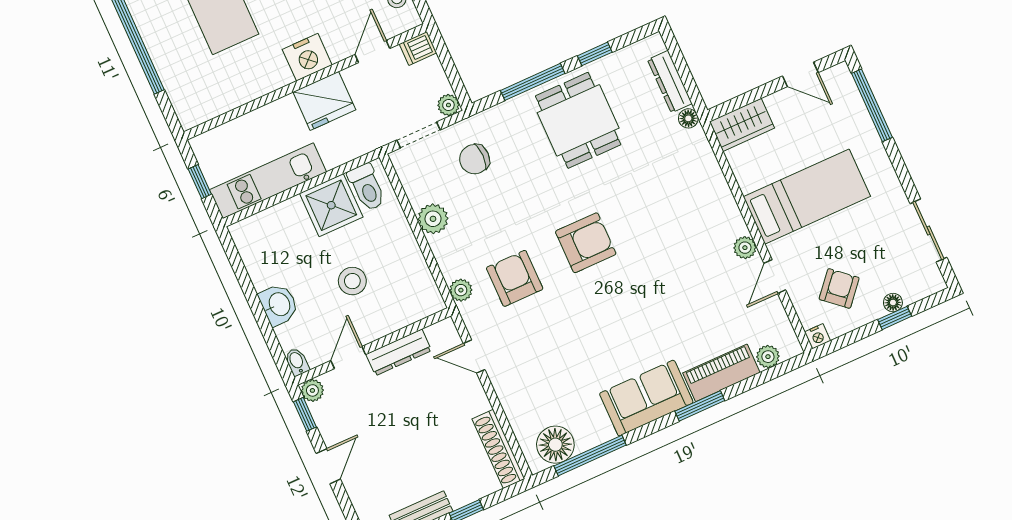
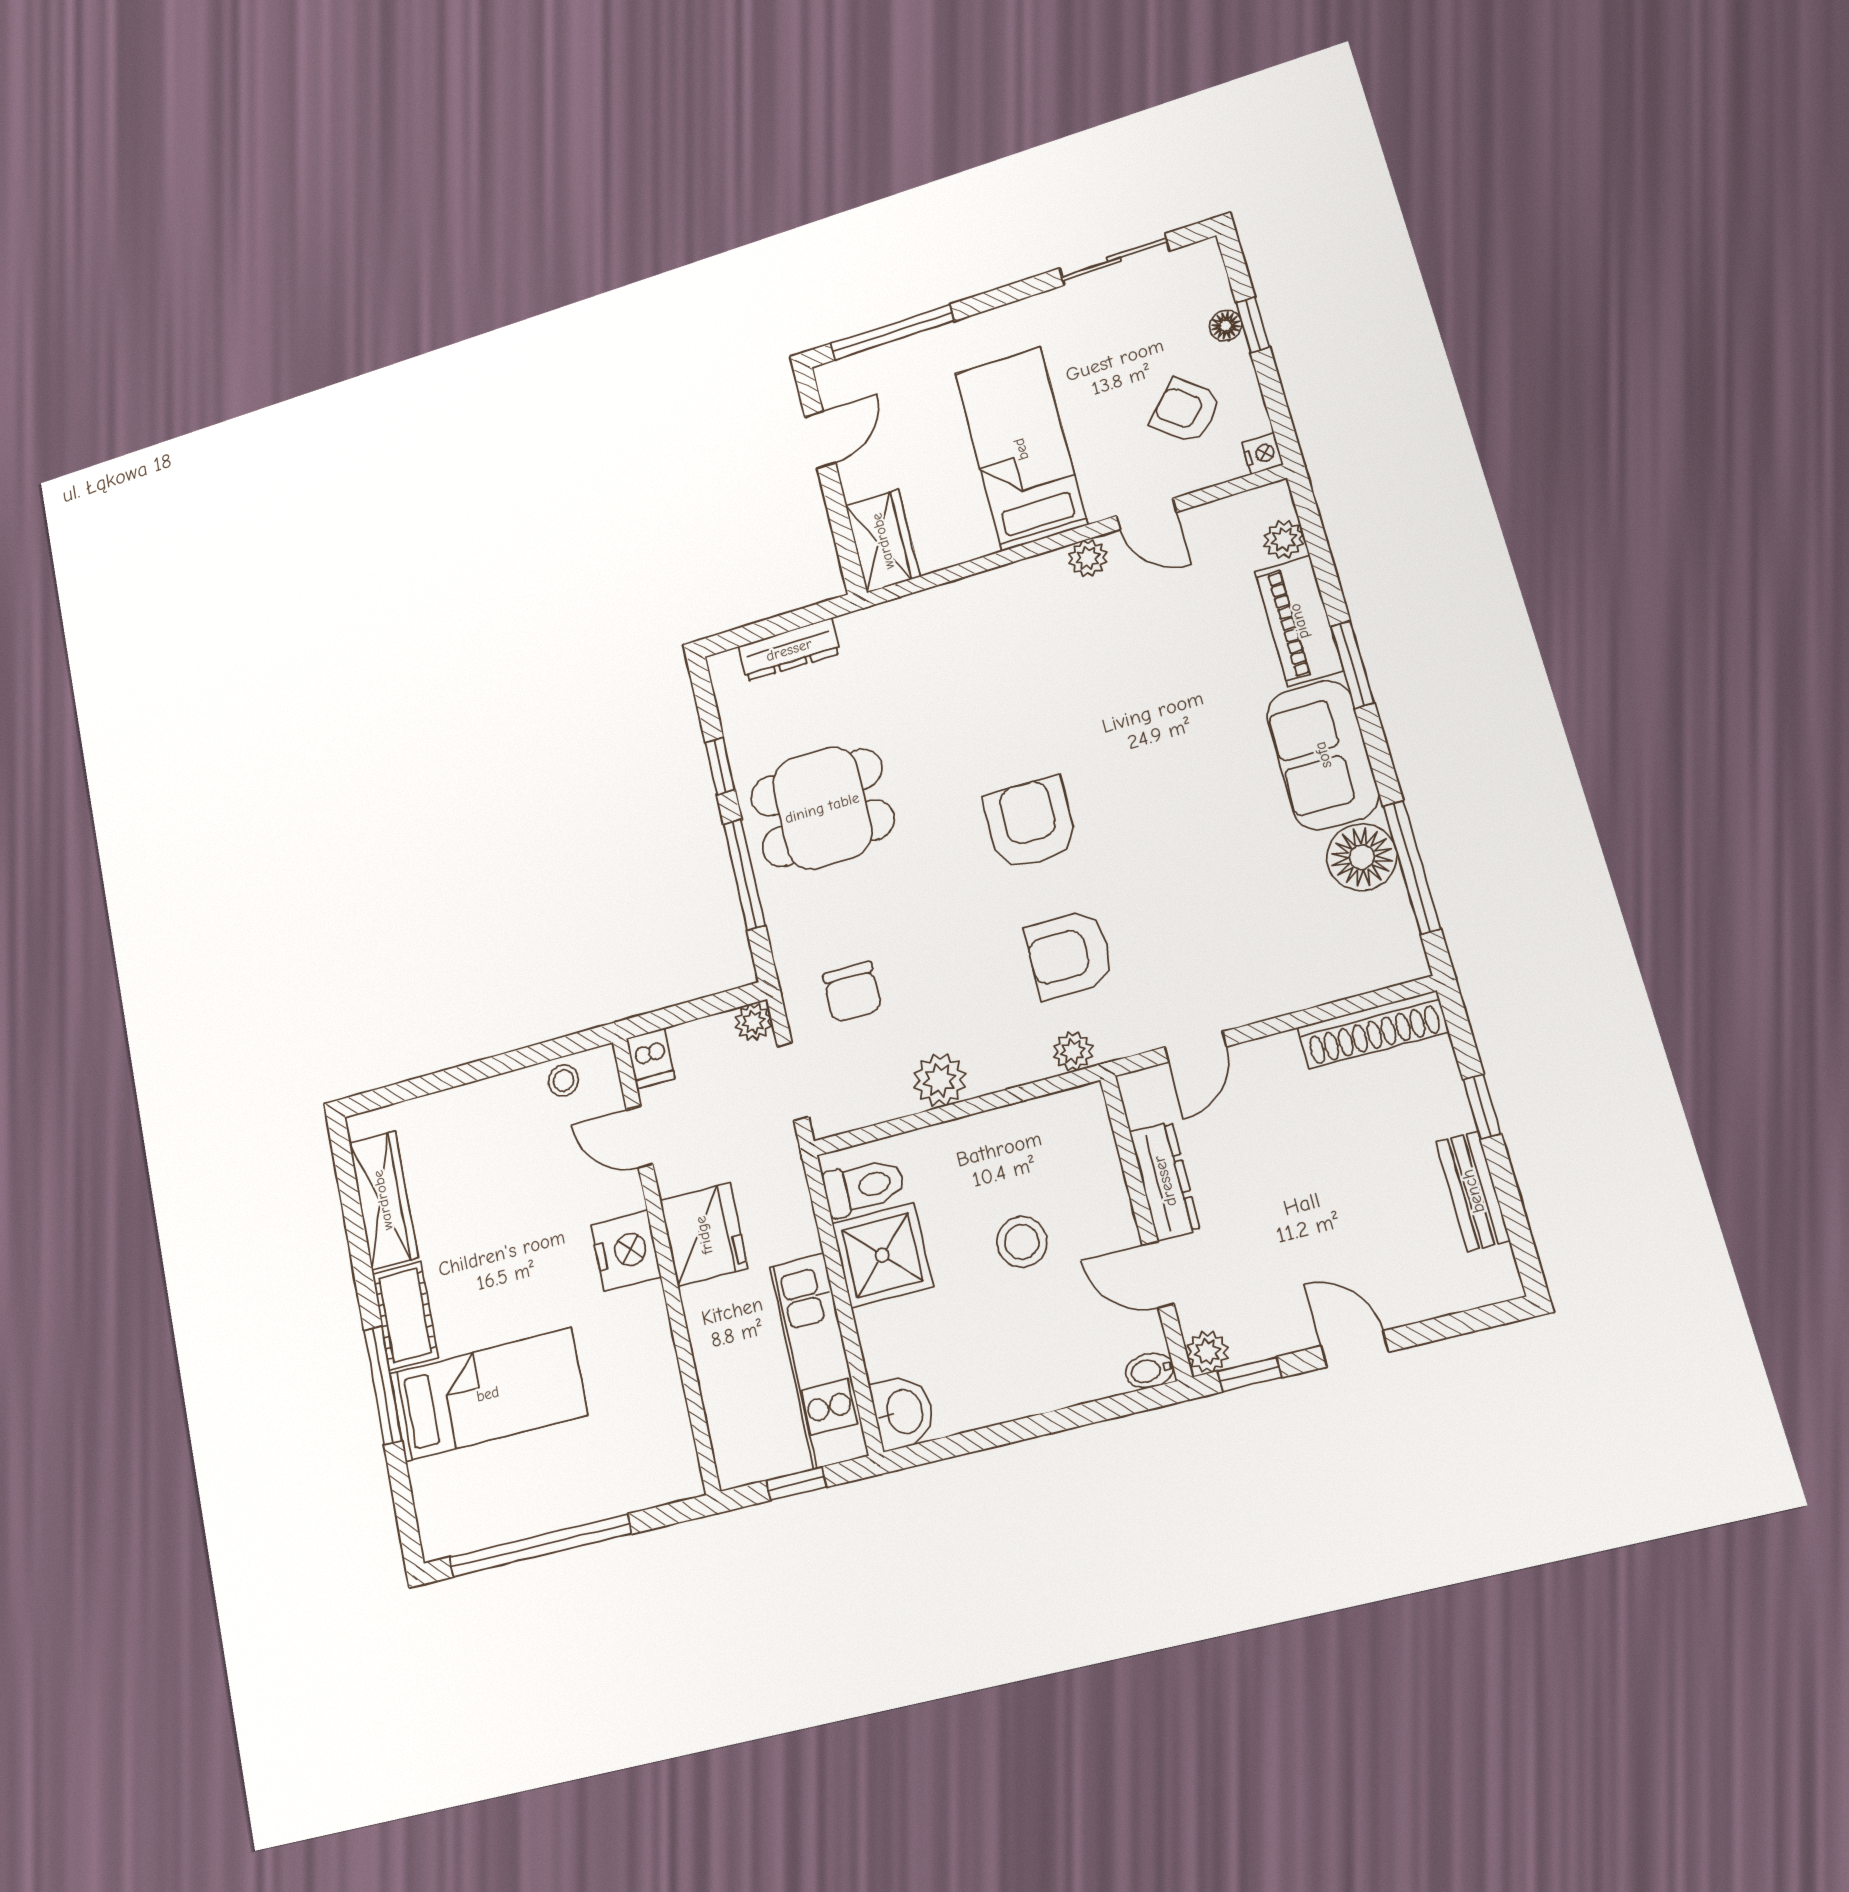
floor lamp: (688, 118) -> (855, 627), removed
washbasin: (279, 305) -> (903, 1412), moved, turned 90
floor lamp: (555, 445) -> (1362, 857), moved

